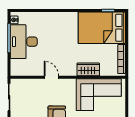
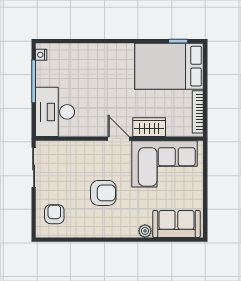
desk: (24, 42) -> (55, 112), moved
door: (51, 77) -> (118, 139), moved

